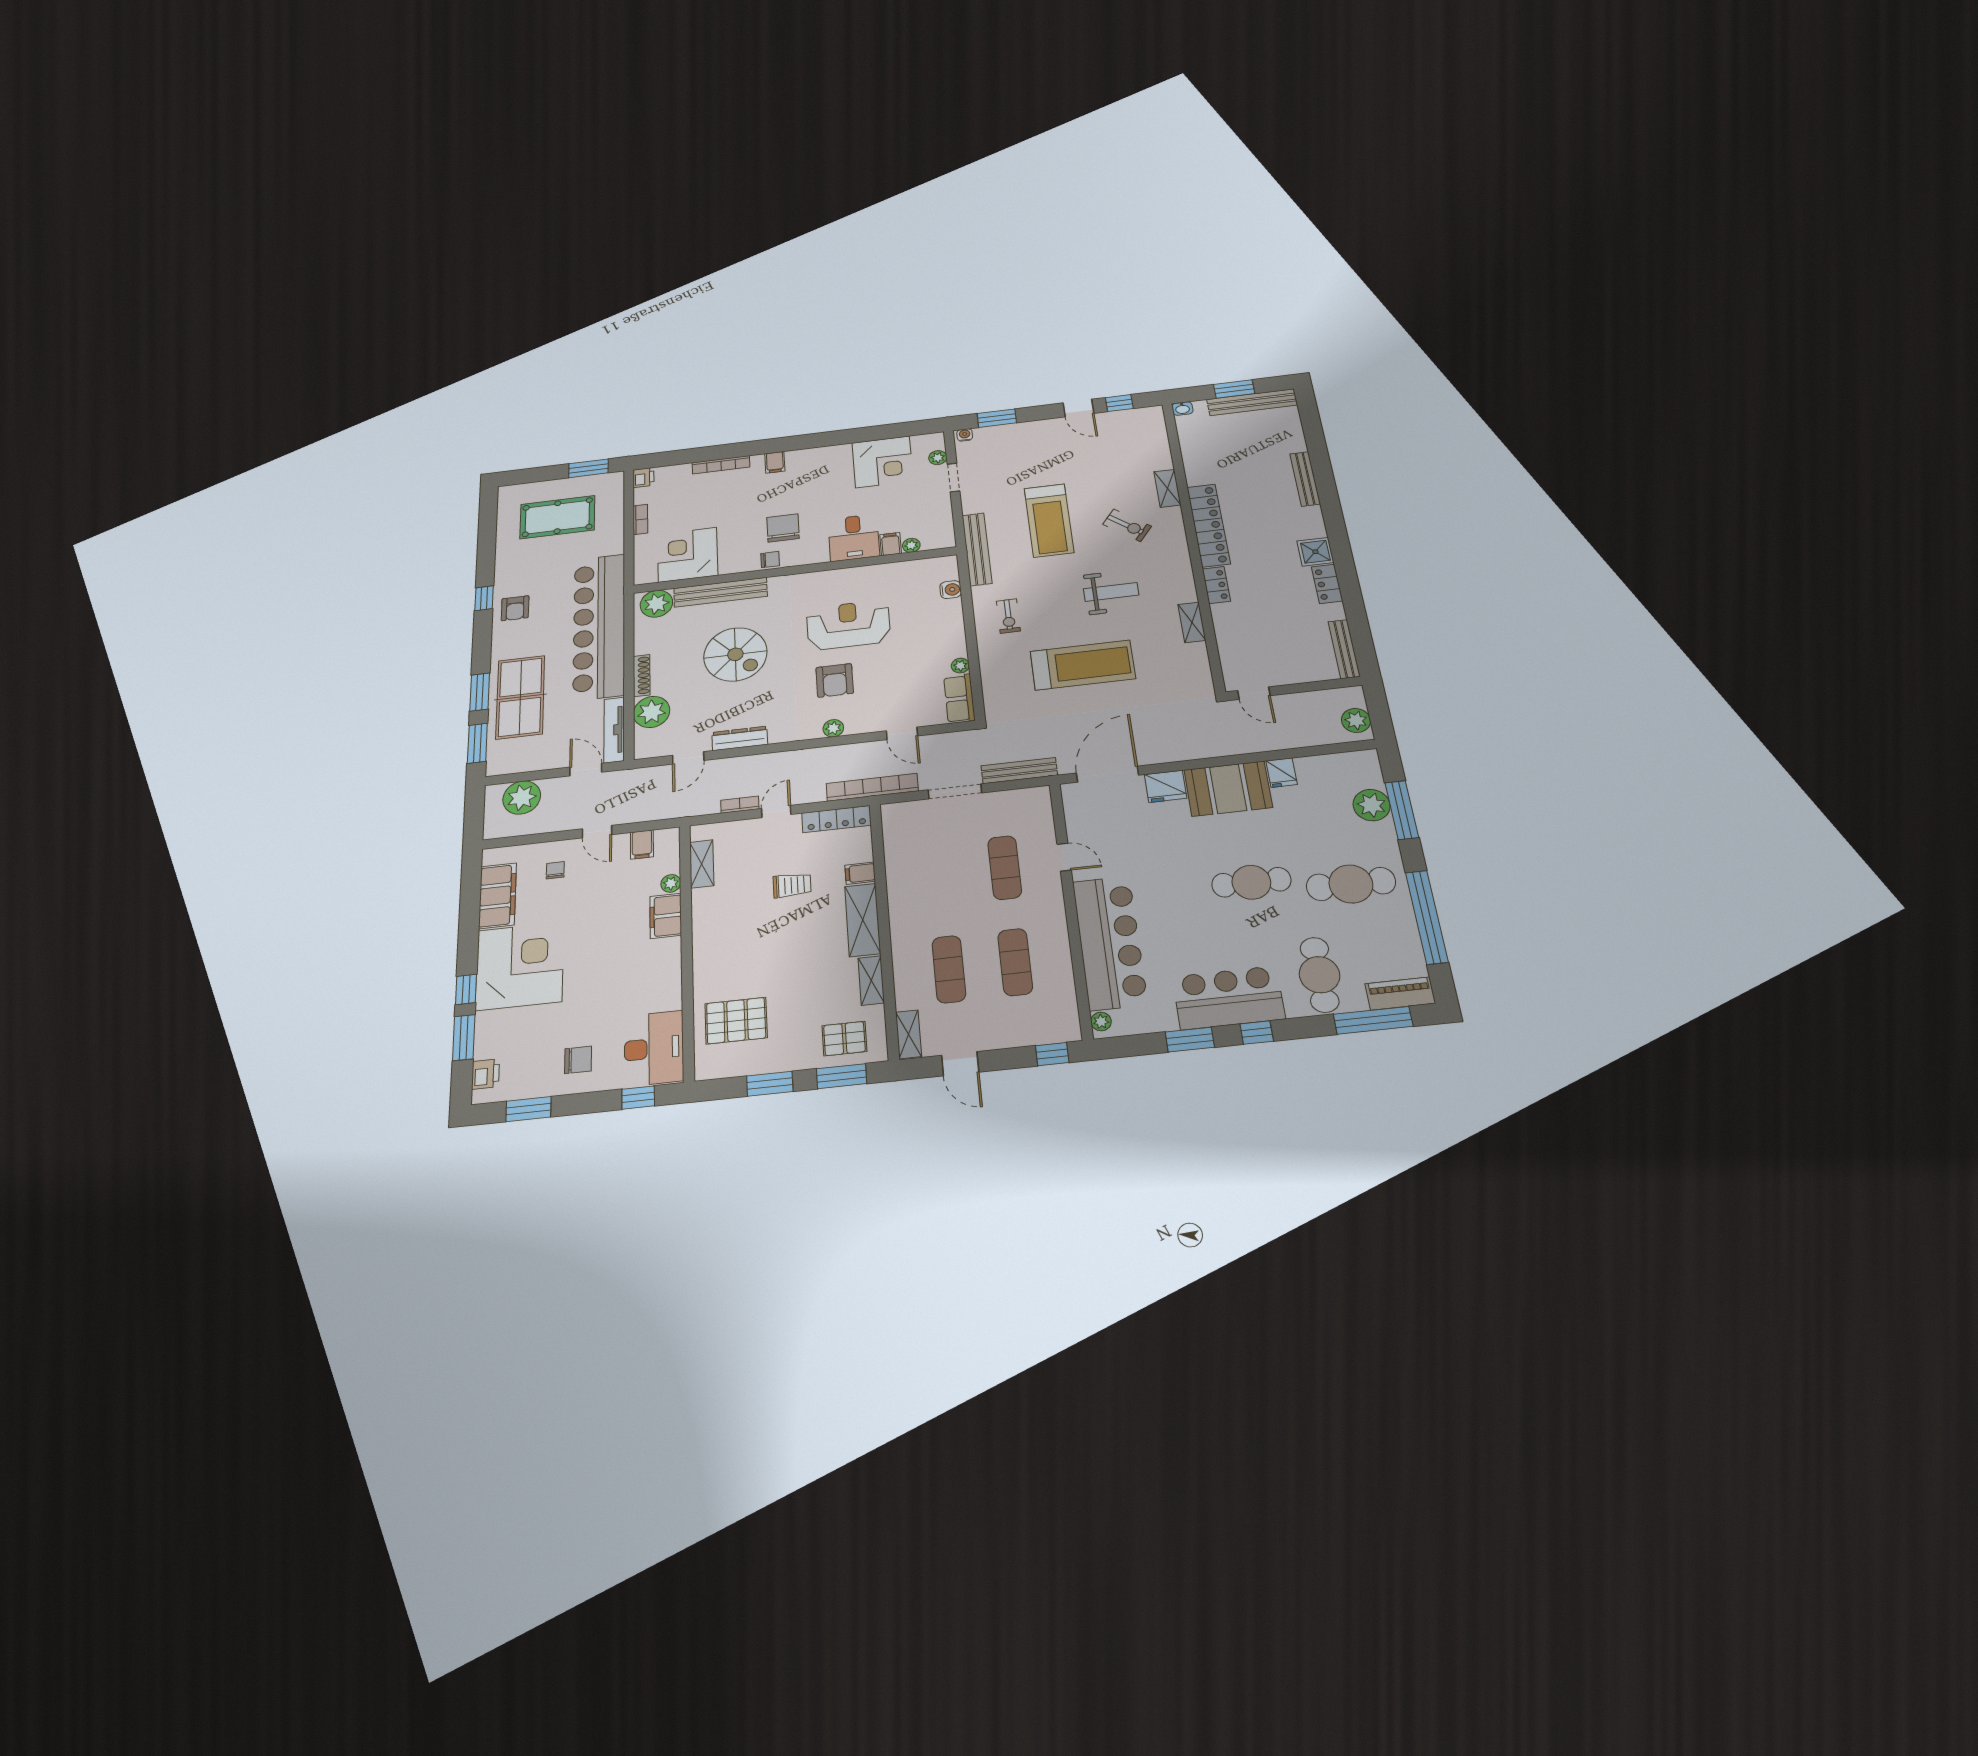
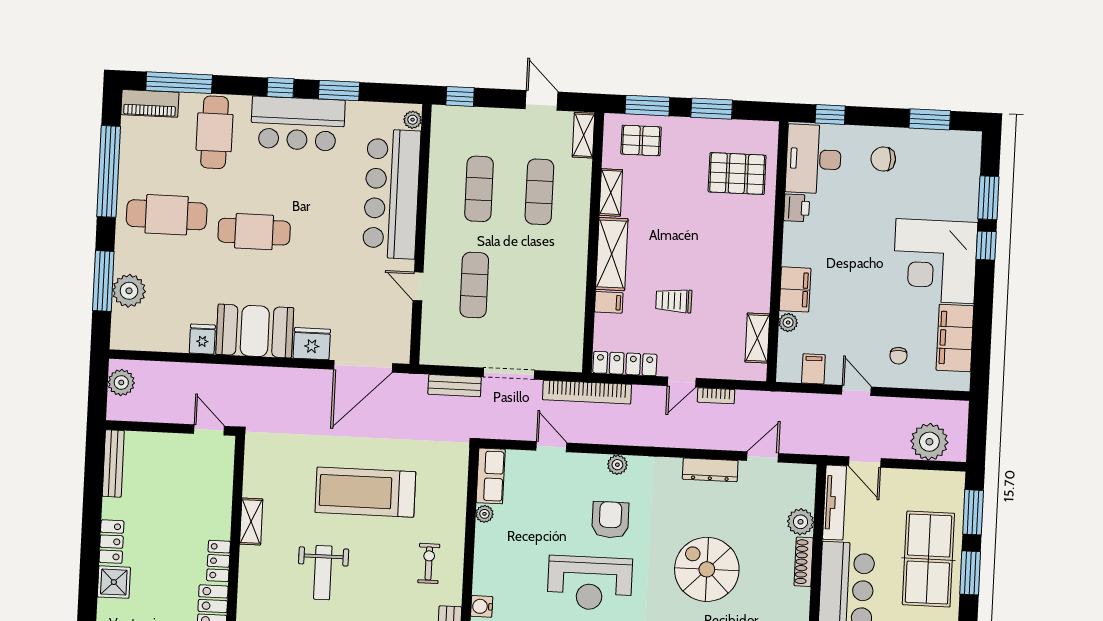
weight bench: (1111, 592) -> (323, 573), turned -90
plant: (652, 712) -> (800, 522), width x0.73, depth x0.73
bench: (1019, 771) -> (455, 386), width x0.73
printer: (486, 1074) -> (797, 208), moved, turned 180

